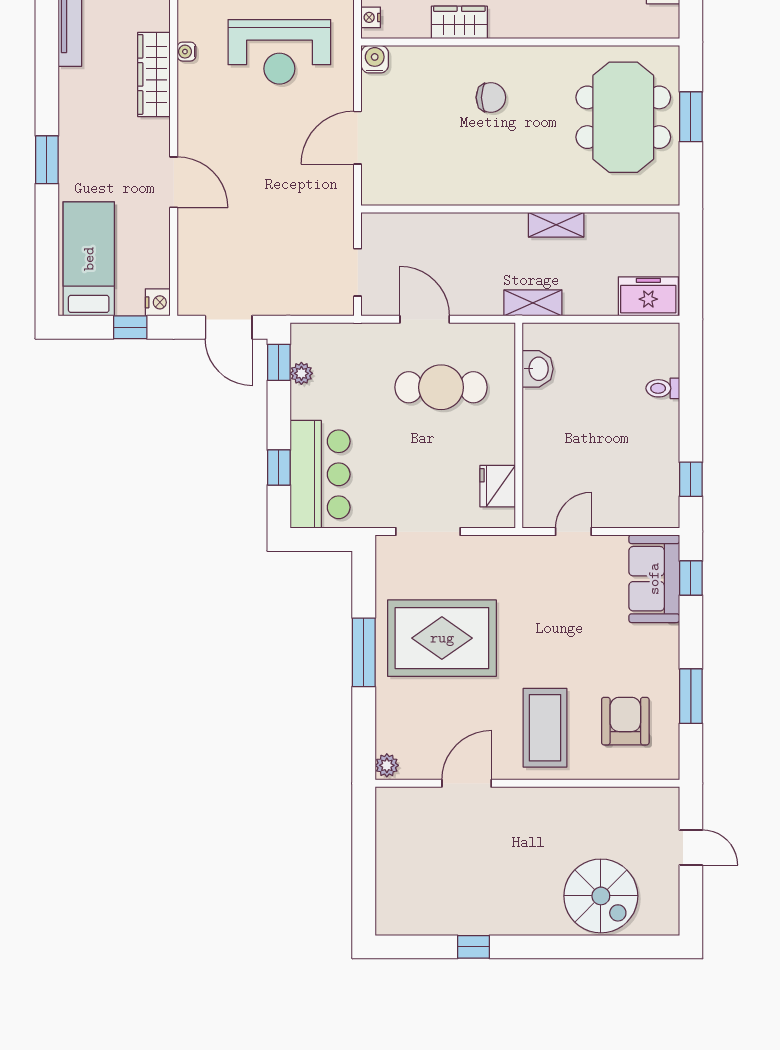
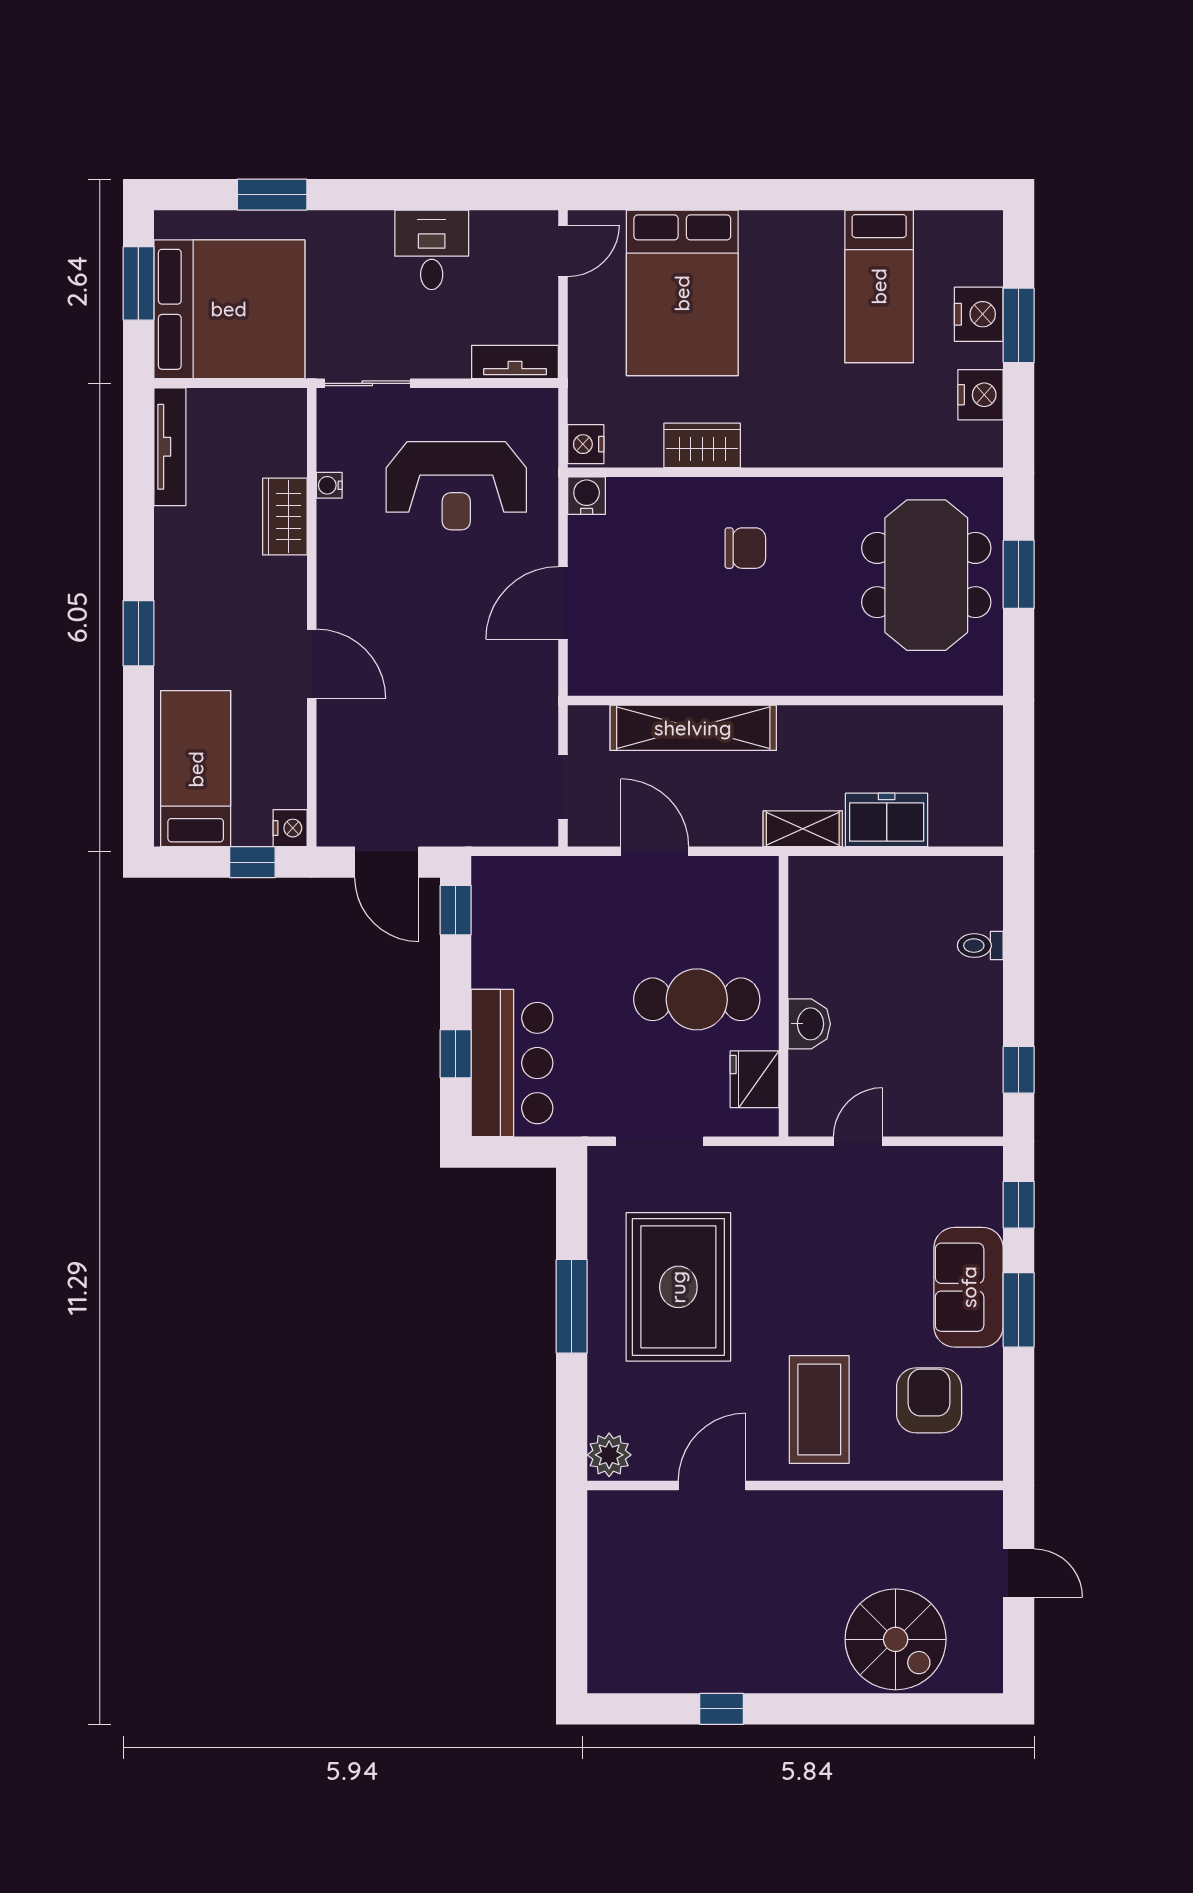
nightstand: (371, 17) -> (586, 444), width x1.39, depth x1.35
wardrobe: (154, 74) -> (285, 517), width x0.67
shelving: (556, 225) -> (693, 728), moved, width x2.20, depth x1.33
freezer: (648, 296) -> (887, 820), moved
washbasin: (538, 369) -> (809, 1024), moved
plant: (301, 373) -> (486, 925), removed
cafe table: (441, 387) -> (697, 999), moved
sofa: (654, 579) -> (969, 1287), moved
rug: (442, 638) -> (678, 1287), turned 90
window: (691, 696) -> (1019, 1310), moved
plant: (387, 765) -> (609, 1455), width x1.38, depth x1.38

